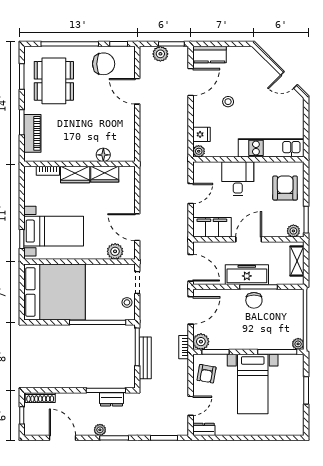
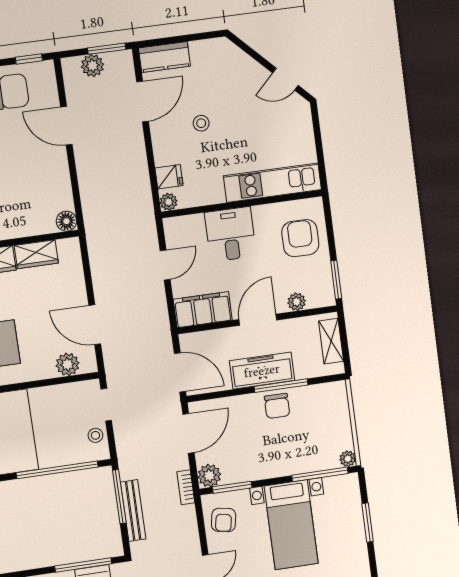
floor lamp: (103, 155) -> (66, 221), moved
plant: (293, 231) -> (297, 302), moved

